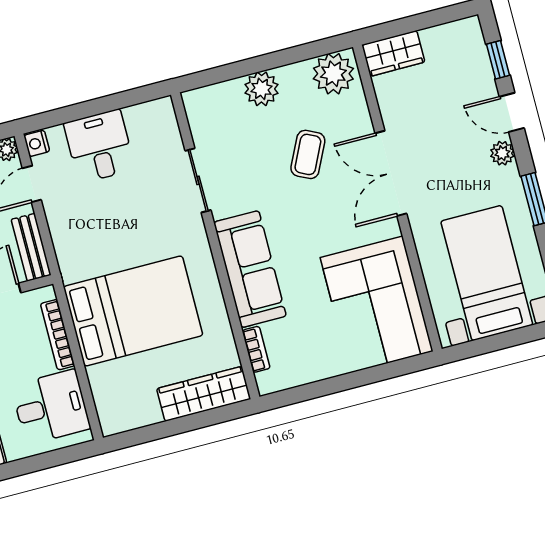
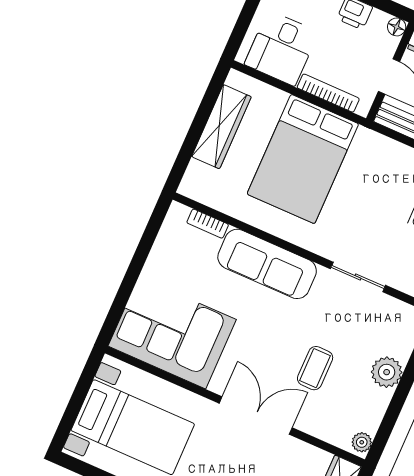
plant: (333, 74) -> (362, 442), width x0.53, depth x0.53
coffee table: (308, 154) -> (315, 368), turned 64
wardrobe: (204, 394) -> (221, 127), moved

